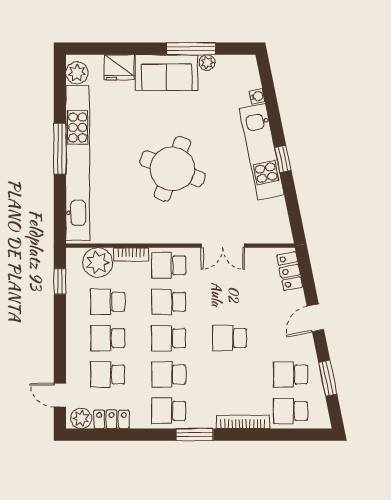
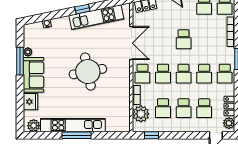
kitchen unit: (262, 152) -> (96, 17), moved
kitchen unit: (78, 163) -> (73, 125), width x0.73
round table: (172, 169) -> (88, 72), turned -32
double door: (223, 246) -> (131, 43), width x1.37

